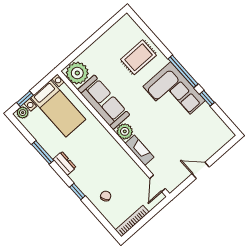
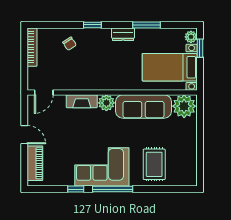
piano: (214, 144) -> (35, 163), added
door: (201, 170) -> (24, 135), hinge flipped
door: (158, 183) -> (44, 92), swing flipped

